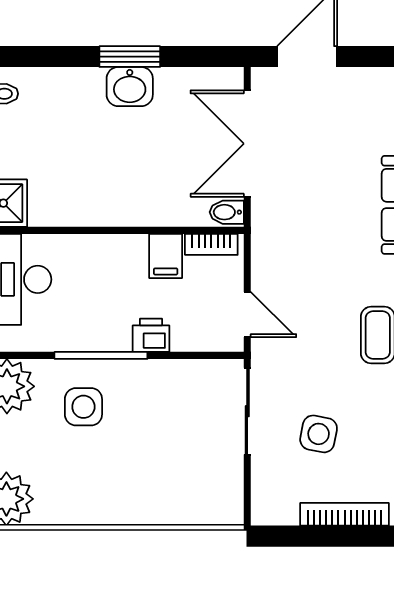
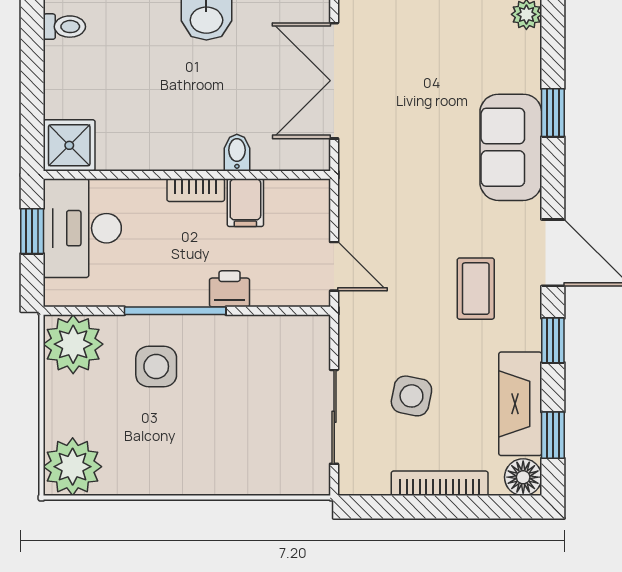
bidet: (227, 212) -> (237, 153), moved, turned 90
bookcase: (211, 244) -> (196, 190), moved
sliding door: (247, 411) -> (334, 417), moved

